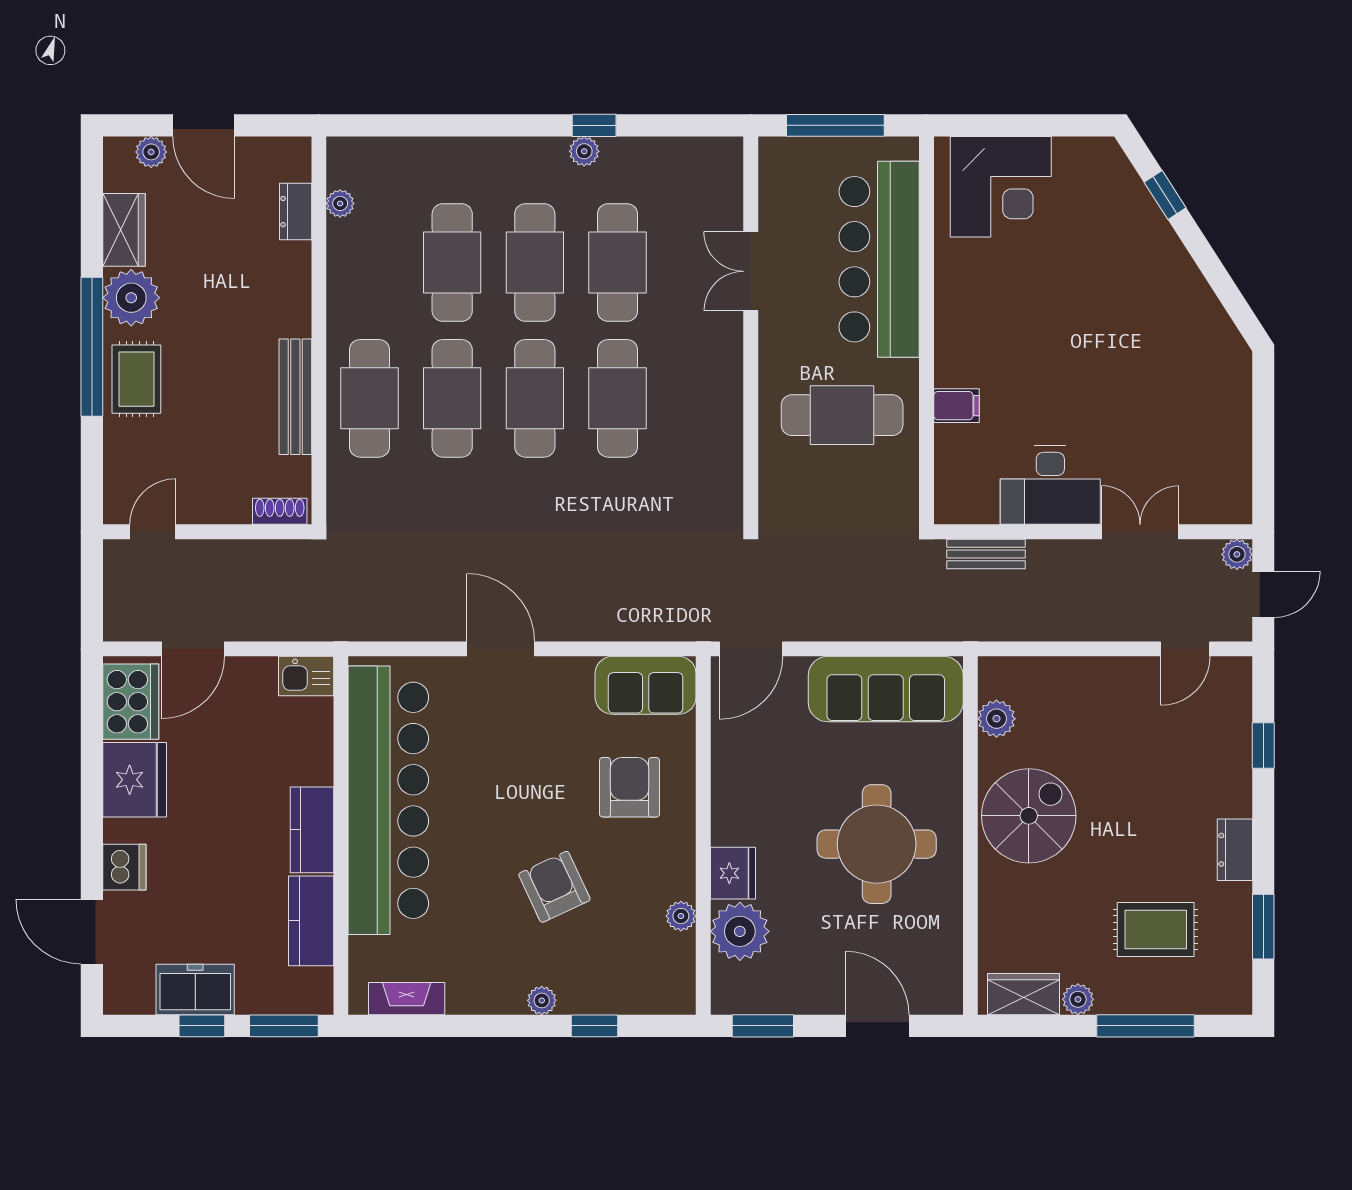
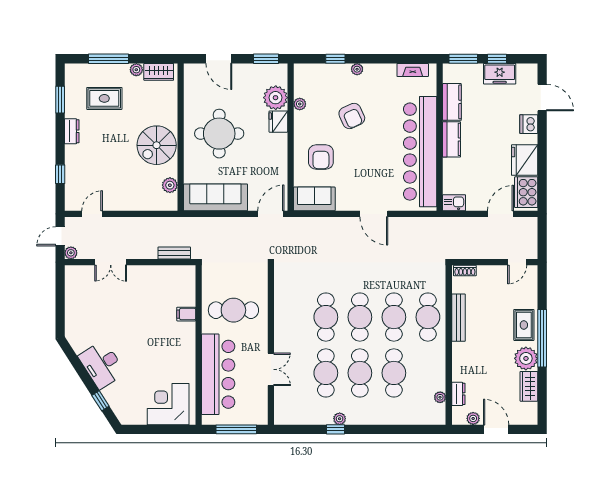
plant: (151, 152) -> (473, 418), moved
desk: (1050, 485) -> (102, 365), moved, turned -123

